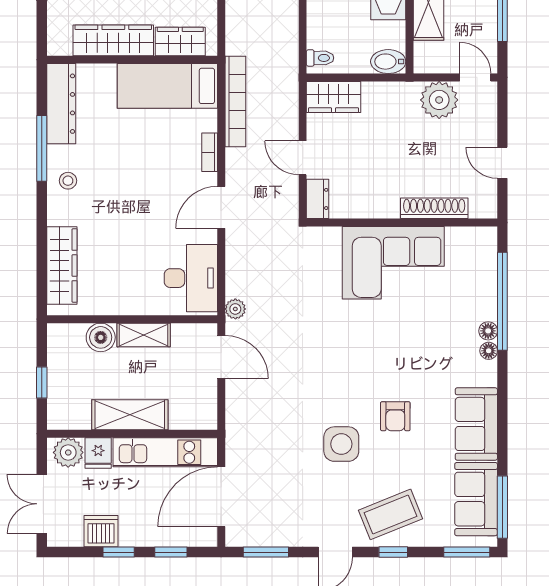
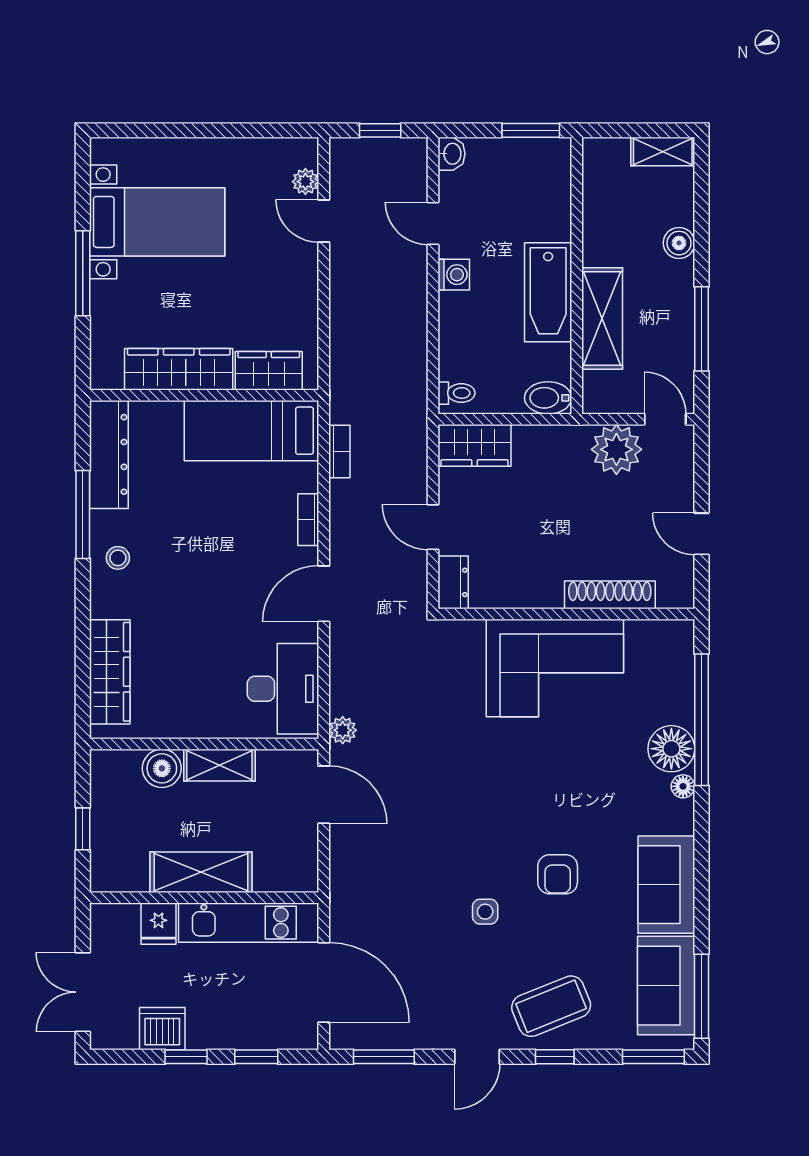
bookcase: (235, 102) -> (339, 452), width x0.43, depth x0.76
floor lamp: (488, 331) -> (671, 749), width x1.89, depth x1.89
side table: (341, 444) -> (485, 912), width x0.54, depth x0.54
plant: (68, 452) -> (118, 923), removed
door: (221, 497) -> (324, 983), swing flipped

